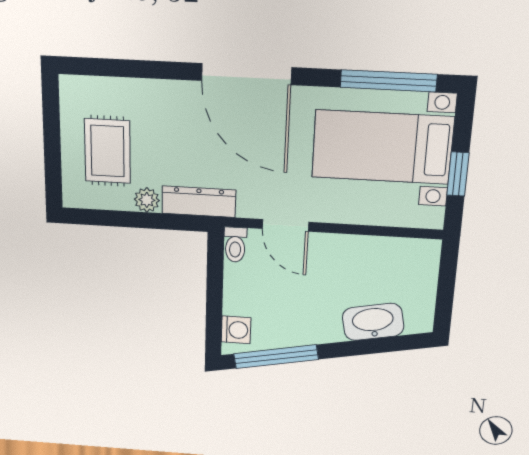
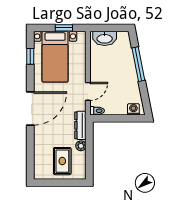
window: (389, 81) -> (30, 56), width x0.46
rug: (108, 151) -> (62, 161), turned 90
washbasin: (373, 322) -> (105, 38), moved, turned -79
window: (276, 357) -> (138, 64), moved

